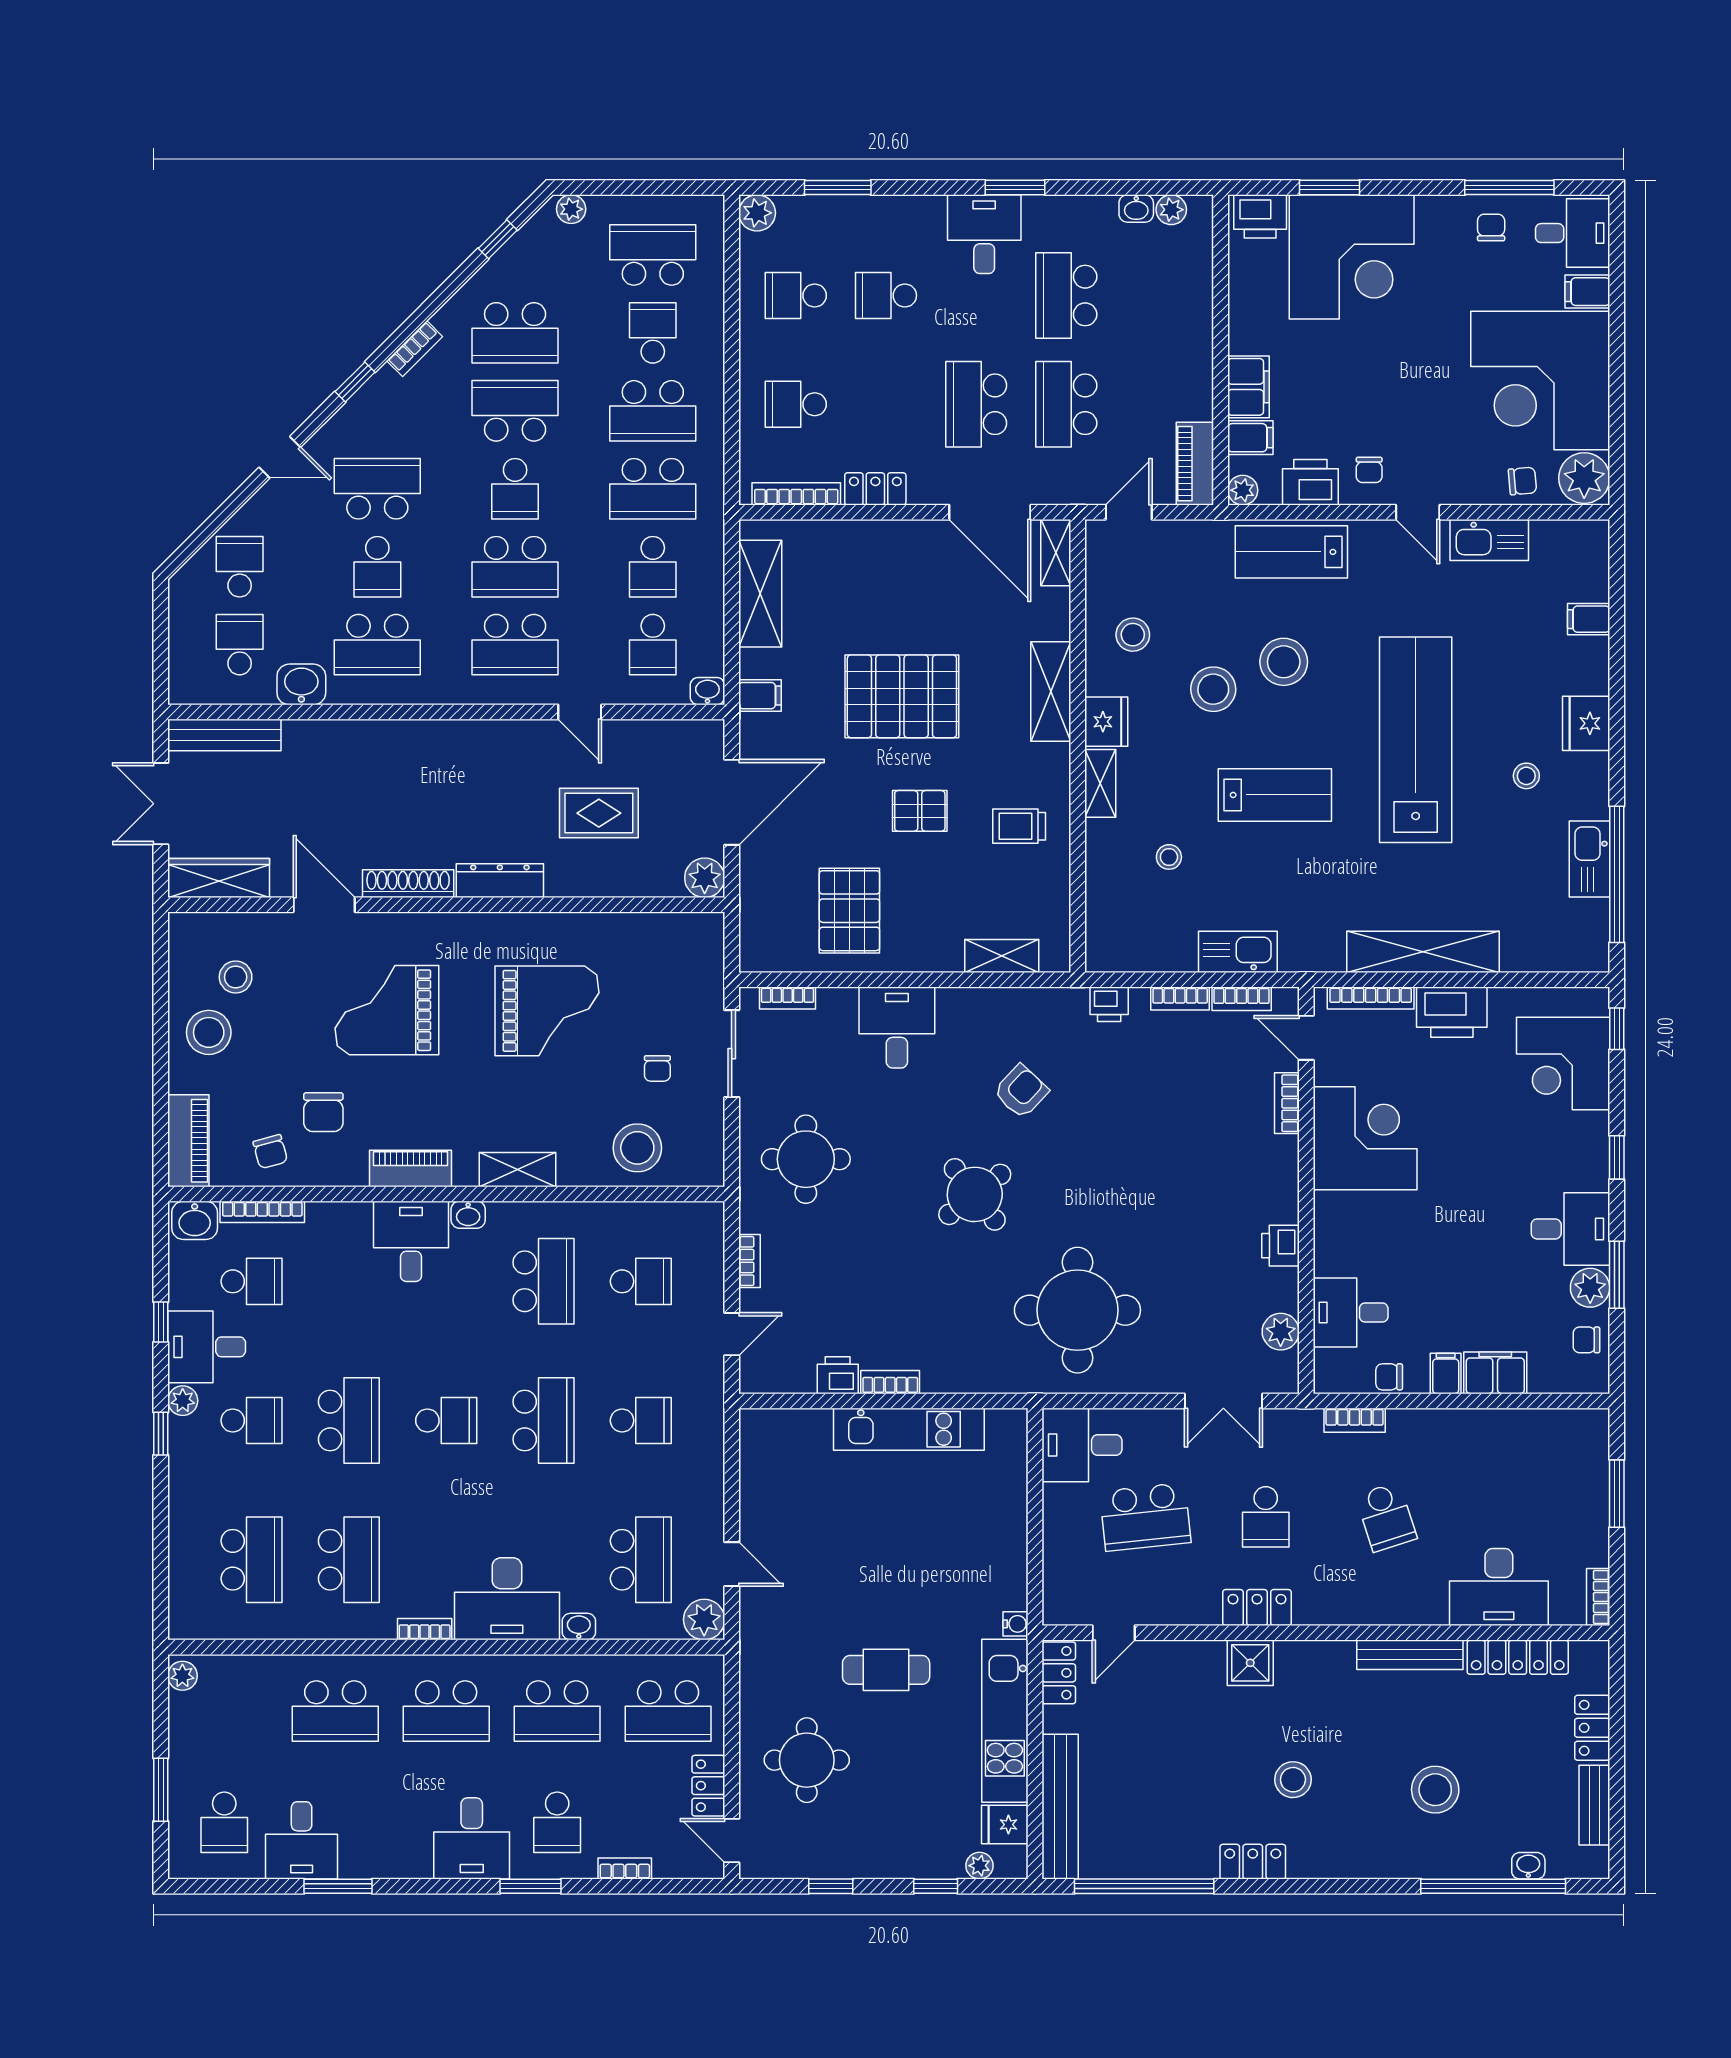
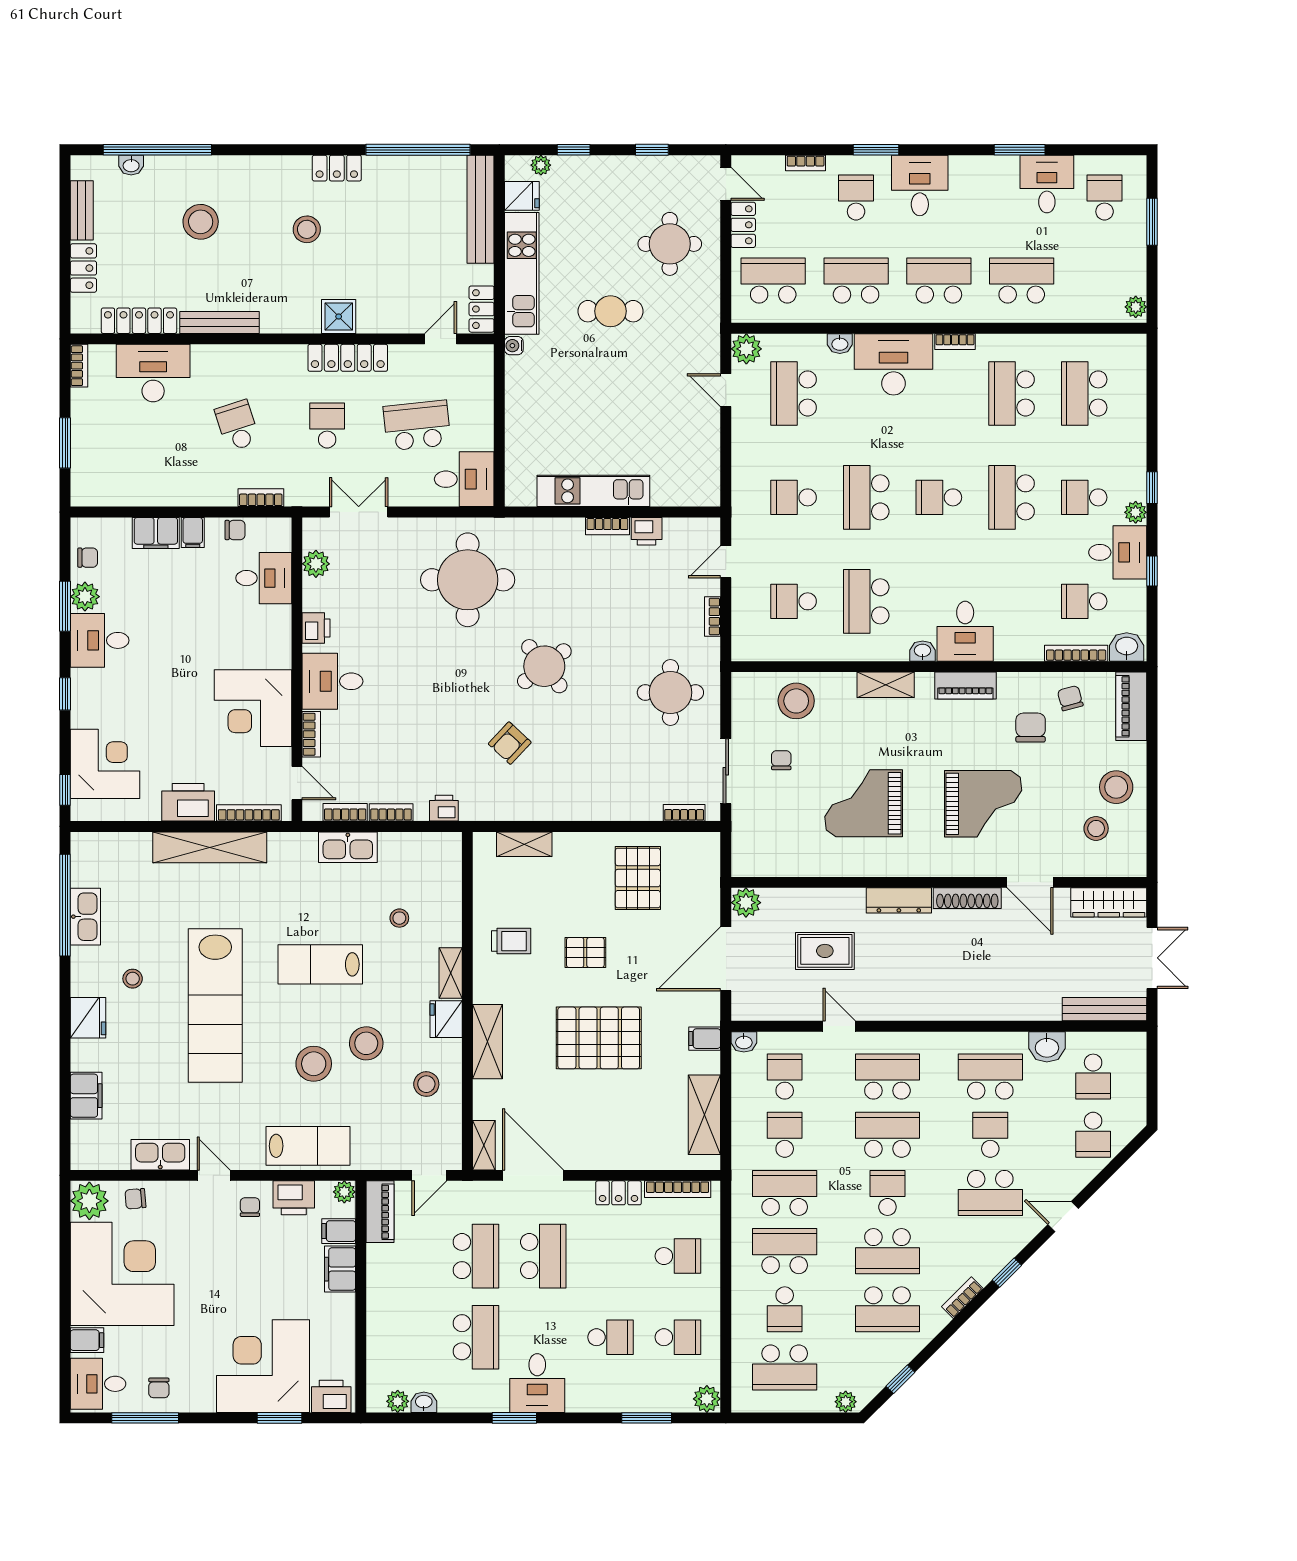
school desk: (515, 333) -> (887, 1309), turned 180
filing cabinet: (1589, 619) -> (86, 1096), width x2.00
desk: (897, 1027) -> (332, 681), moved, turned 90
locker: (1257, 1608) -> (348, 358), width x1.53

